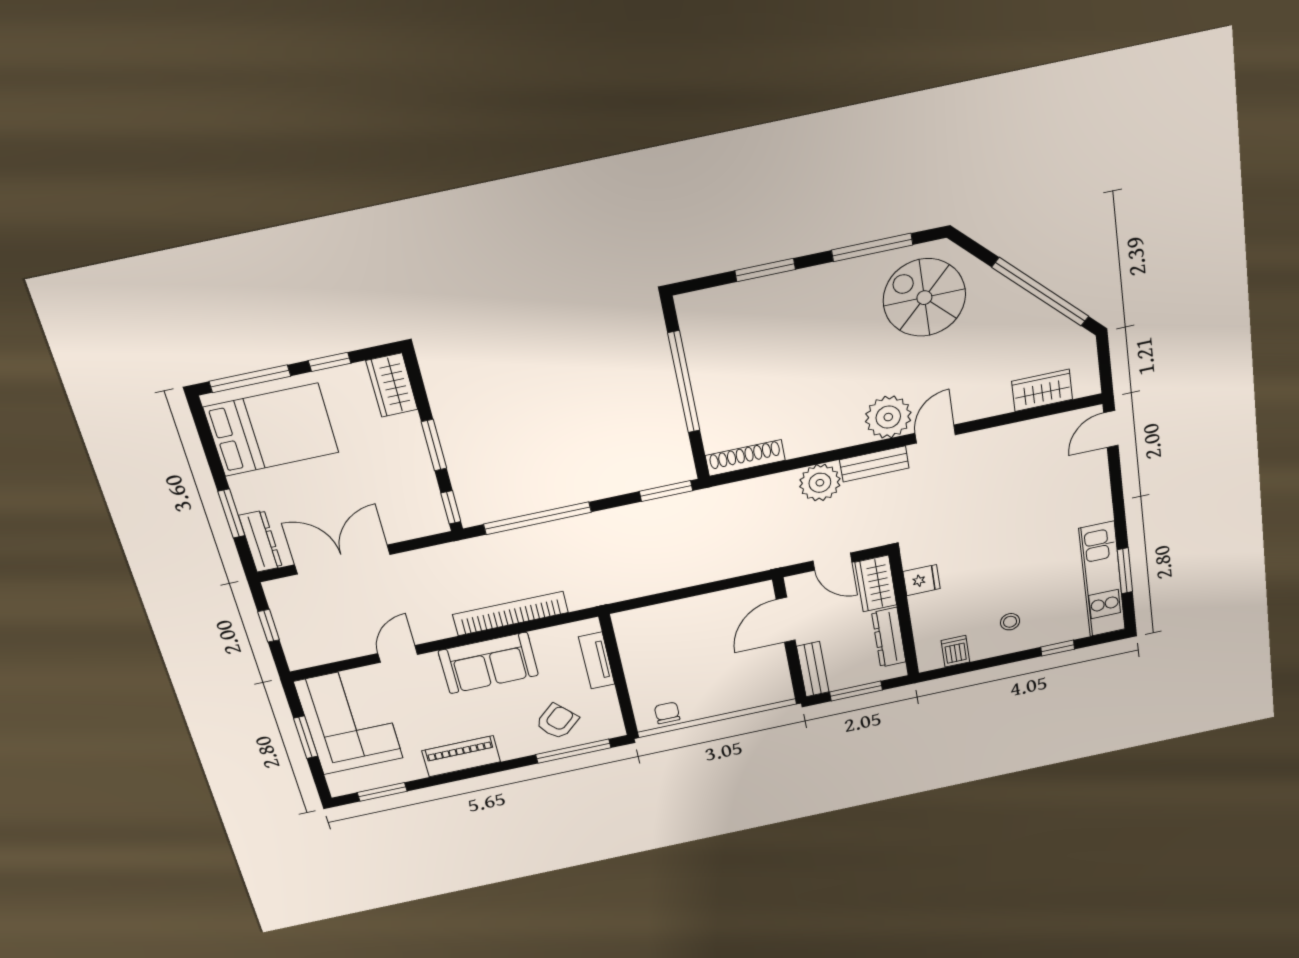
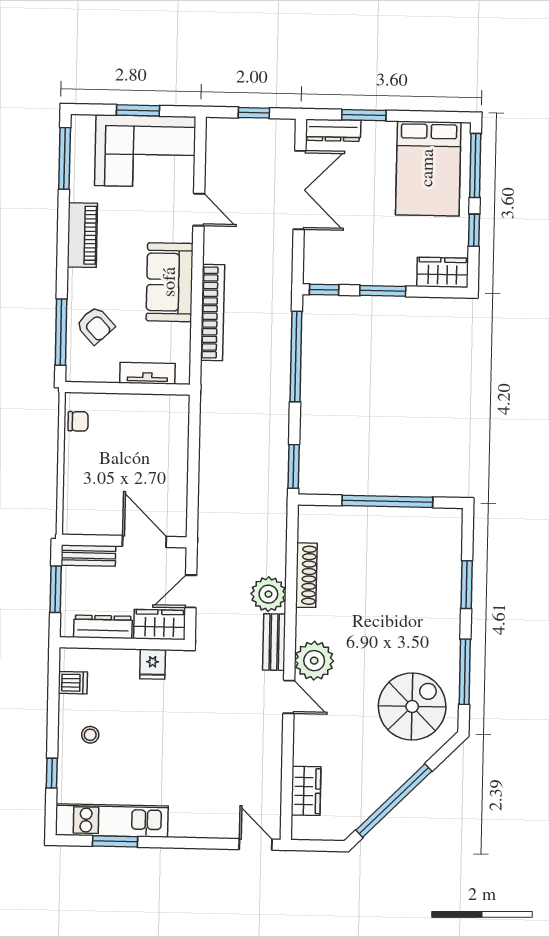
shoe rack: (745, 458) -> (306, 575), moved
window: (382, 792) -> (65, 158), width x1.44

